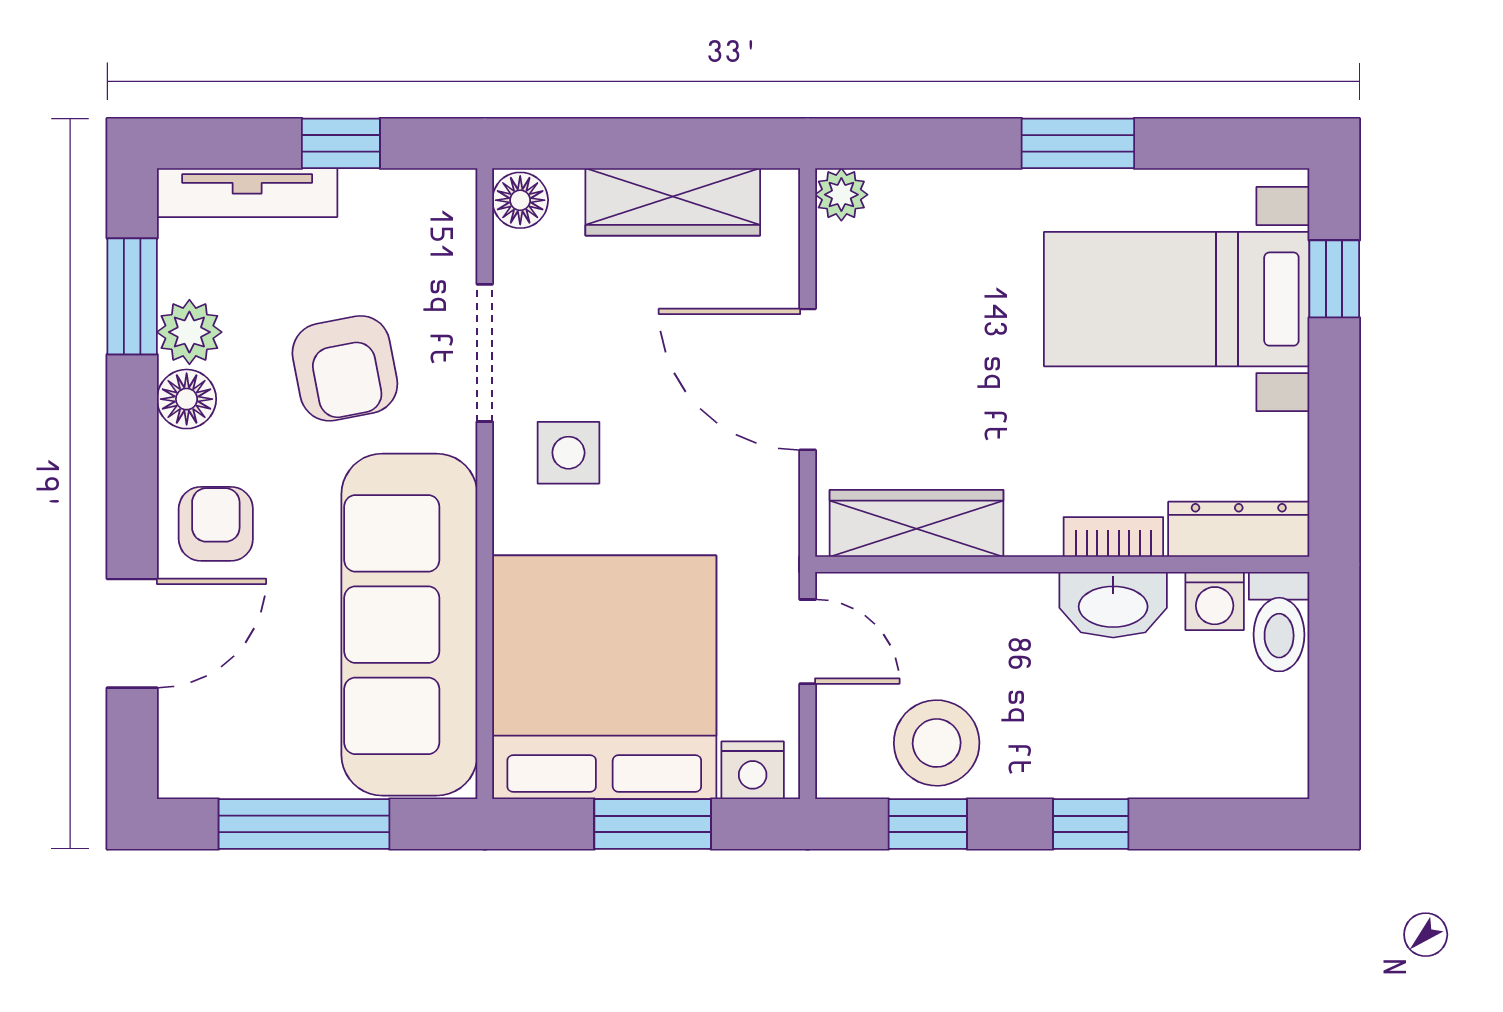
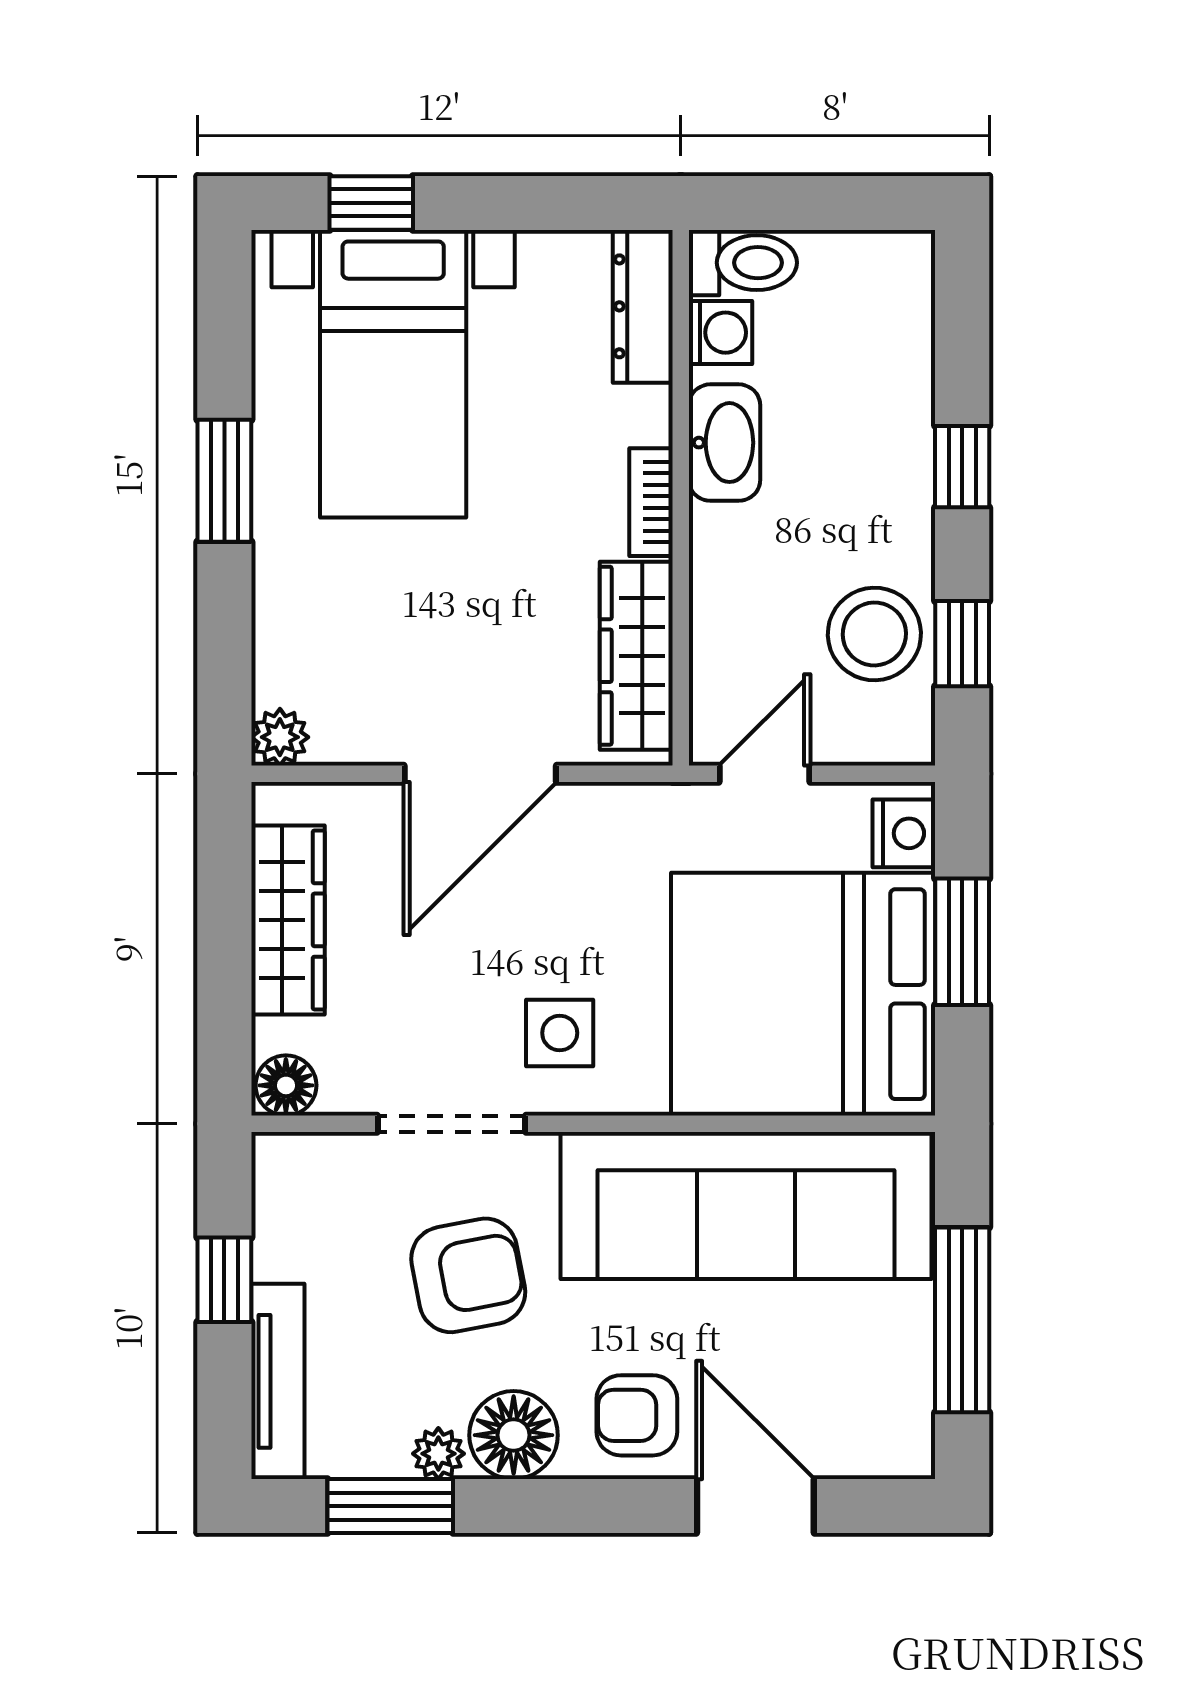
plant: (189, 332) -> (438, 1454), width x0.73, depth x0.73
floor lamp: (187, 399) -> (514, 1435), width x1.38, depth x1.38
bookcase: (1113, 537) -> (651, 502), moved

